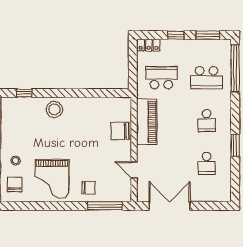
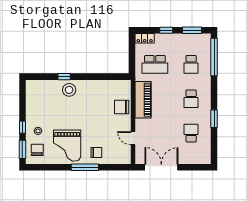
school desk: (161, 78) -> (155, 64), turned 180
school desk: (207, 78) -> (191, 64), width x0.54
window: (24, 93) -> (64, 77), moved
school desk: (207, 163) -> (191, 133), turned 180
window: (105, 206) -> (85, 167), moved

